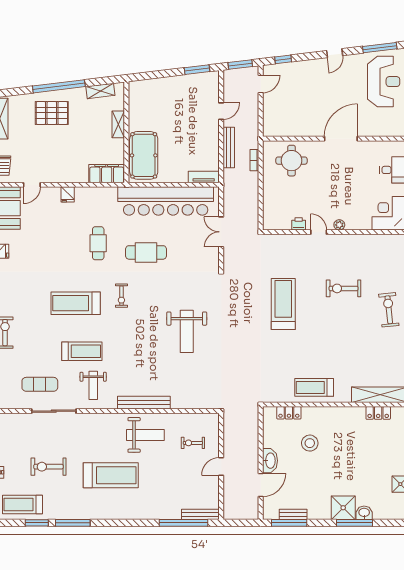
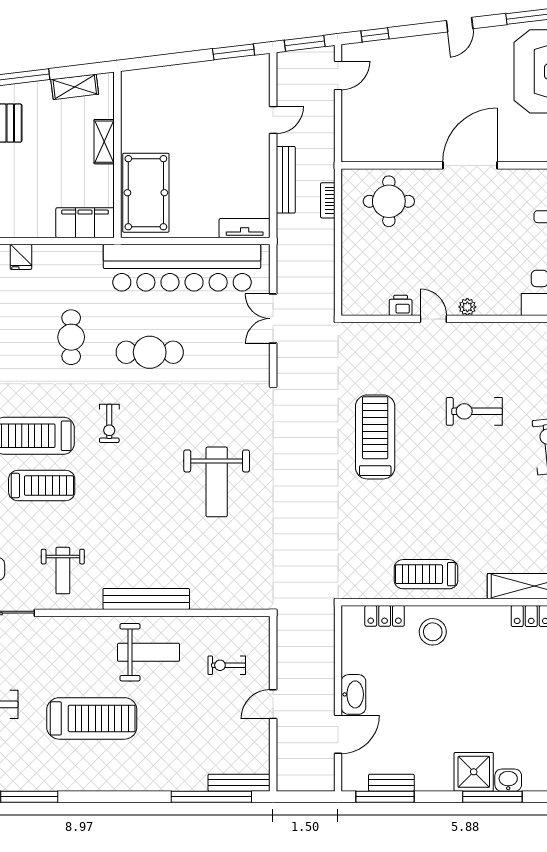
treadmill: (82, 351) -> (42, 486), moved
stool: (310, 443) -> (433, 632), moved

